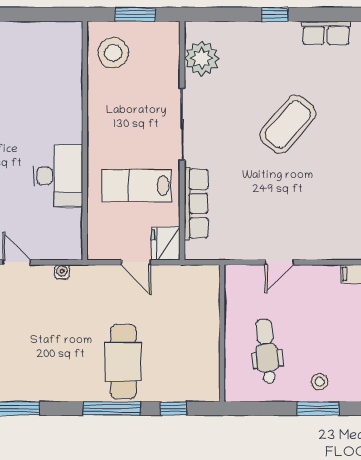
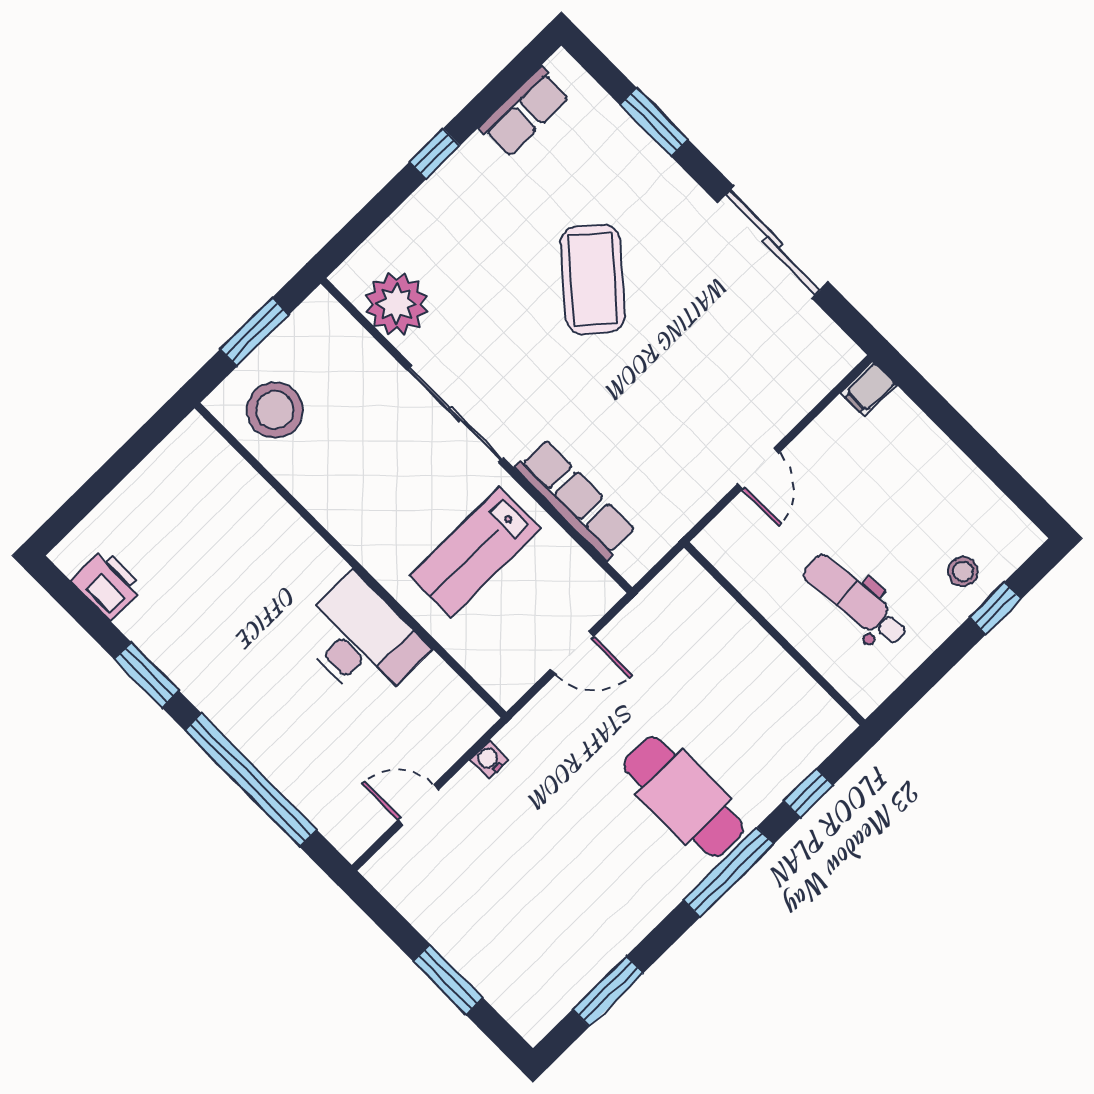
fridge: (166, 244) -> (587, 590), removed
window: (318, 408) -> (995, 608), width x0.67

